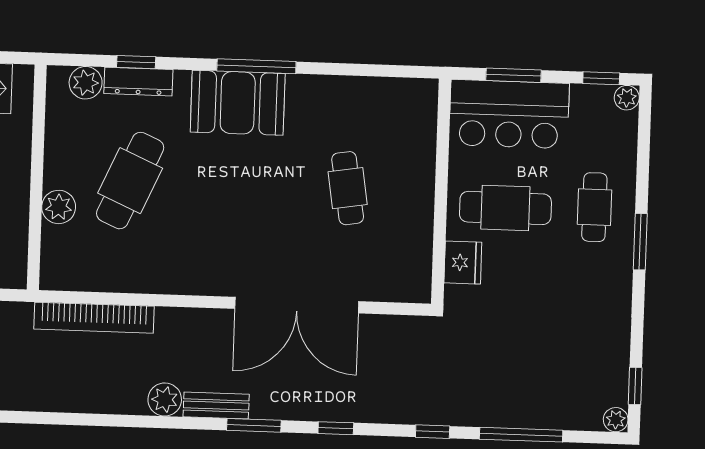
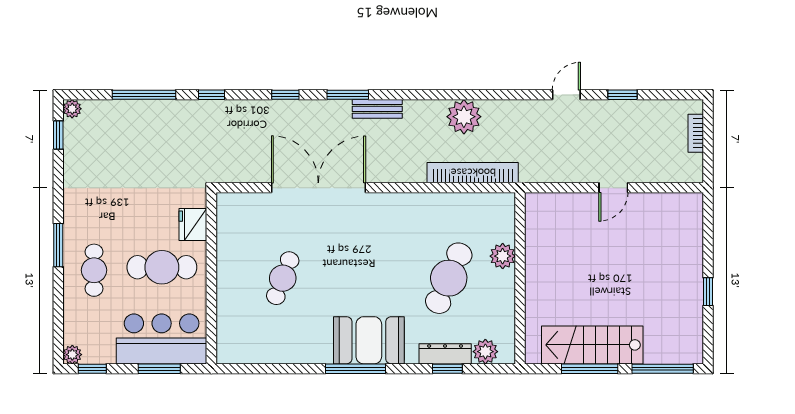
cafe table: (348, 188) -> (283, 278), turned 30
plant: (165, 399) -> (464, 117), moved, width x1.36, depth x1.36

